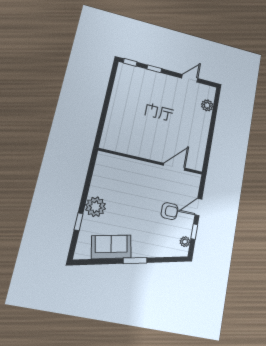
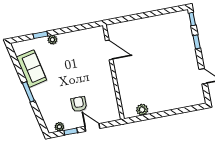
plant: (207, 105) -> (142, 110), moved
door: (174, 167) -> (109, 50), moved
plant: (96, 207) -> (52, 40), width x0.53, depth x0.53
armchair: (169, 211) -> (79, 104), turned 180

